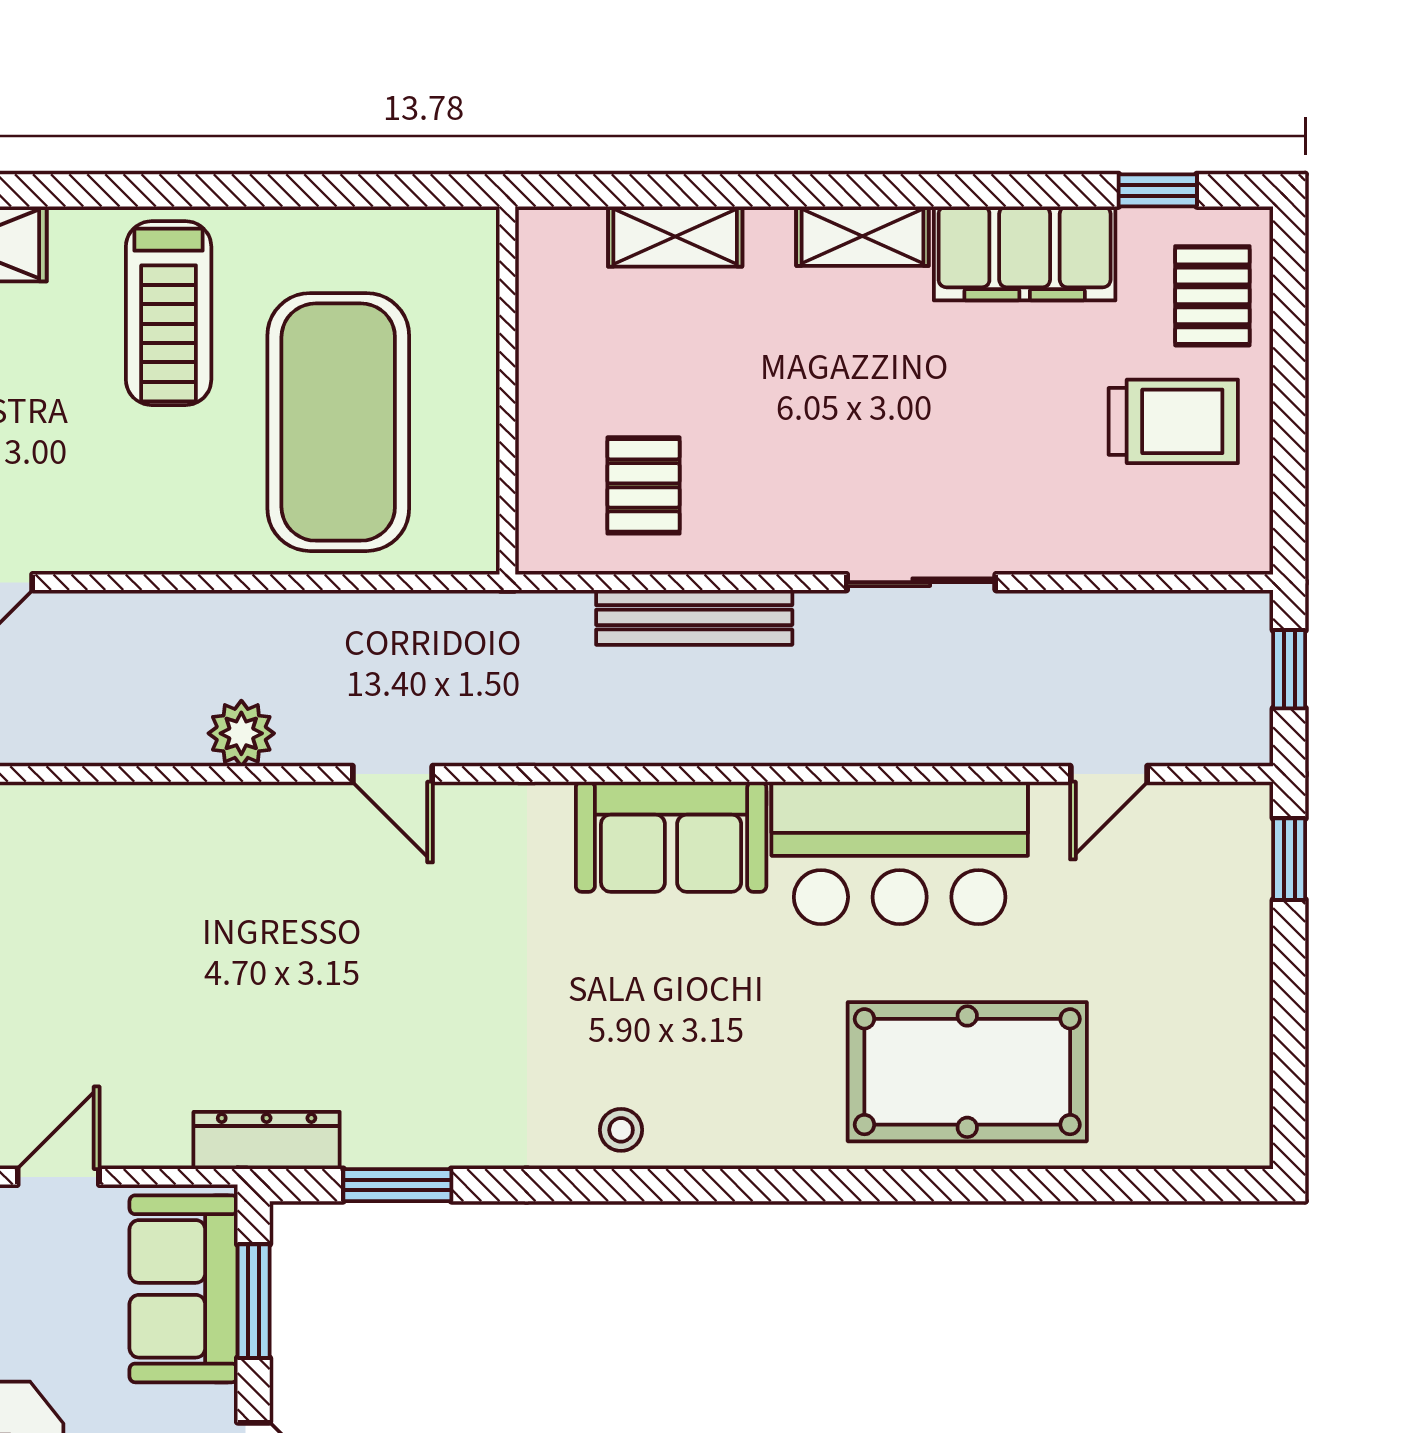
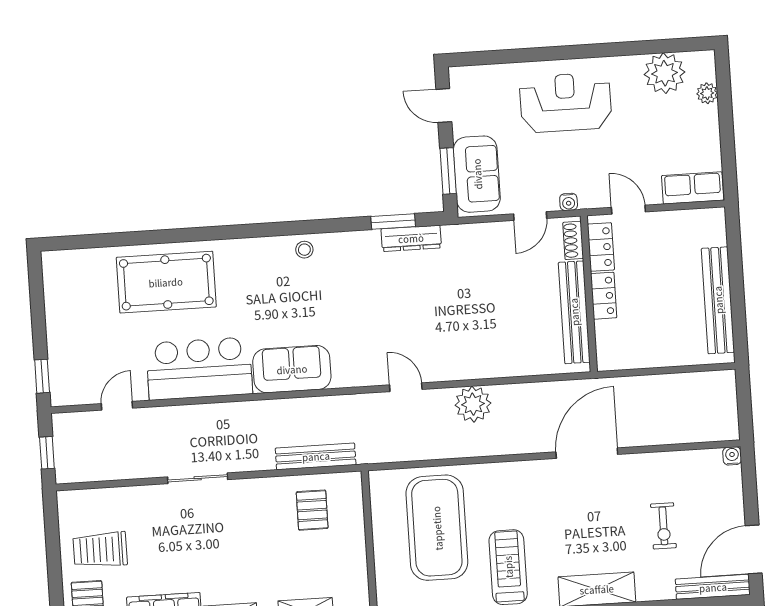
bench: (694, 617) -> (316, 456), moved
plant: (241, 733) -> (473, 404), width x1.36, depth x1.36
dresser: (267, 1140) -> (411, 238), moved

